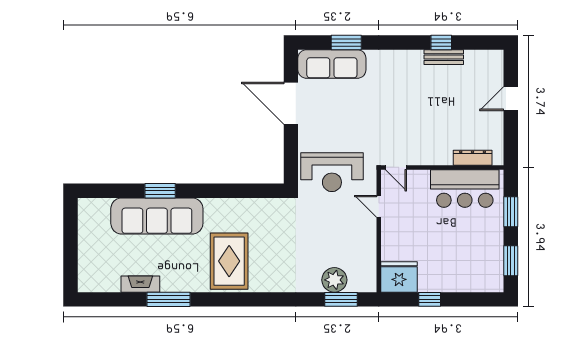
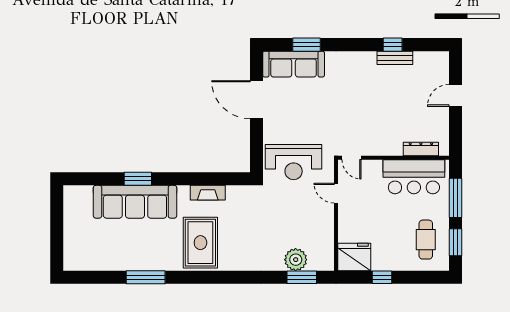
window: (511, 212) -> (456, 198), width x1.44
cafe table: (478, 258) -> (426, 240), added
fireplace: (140, 284) -> (208, 193), moved, turned 180

